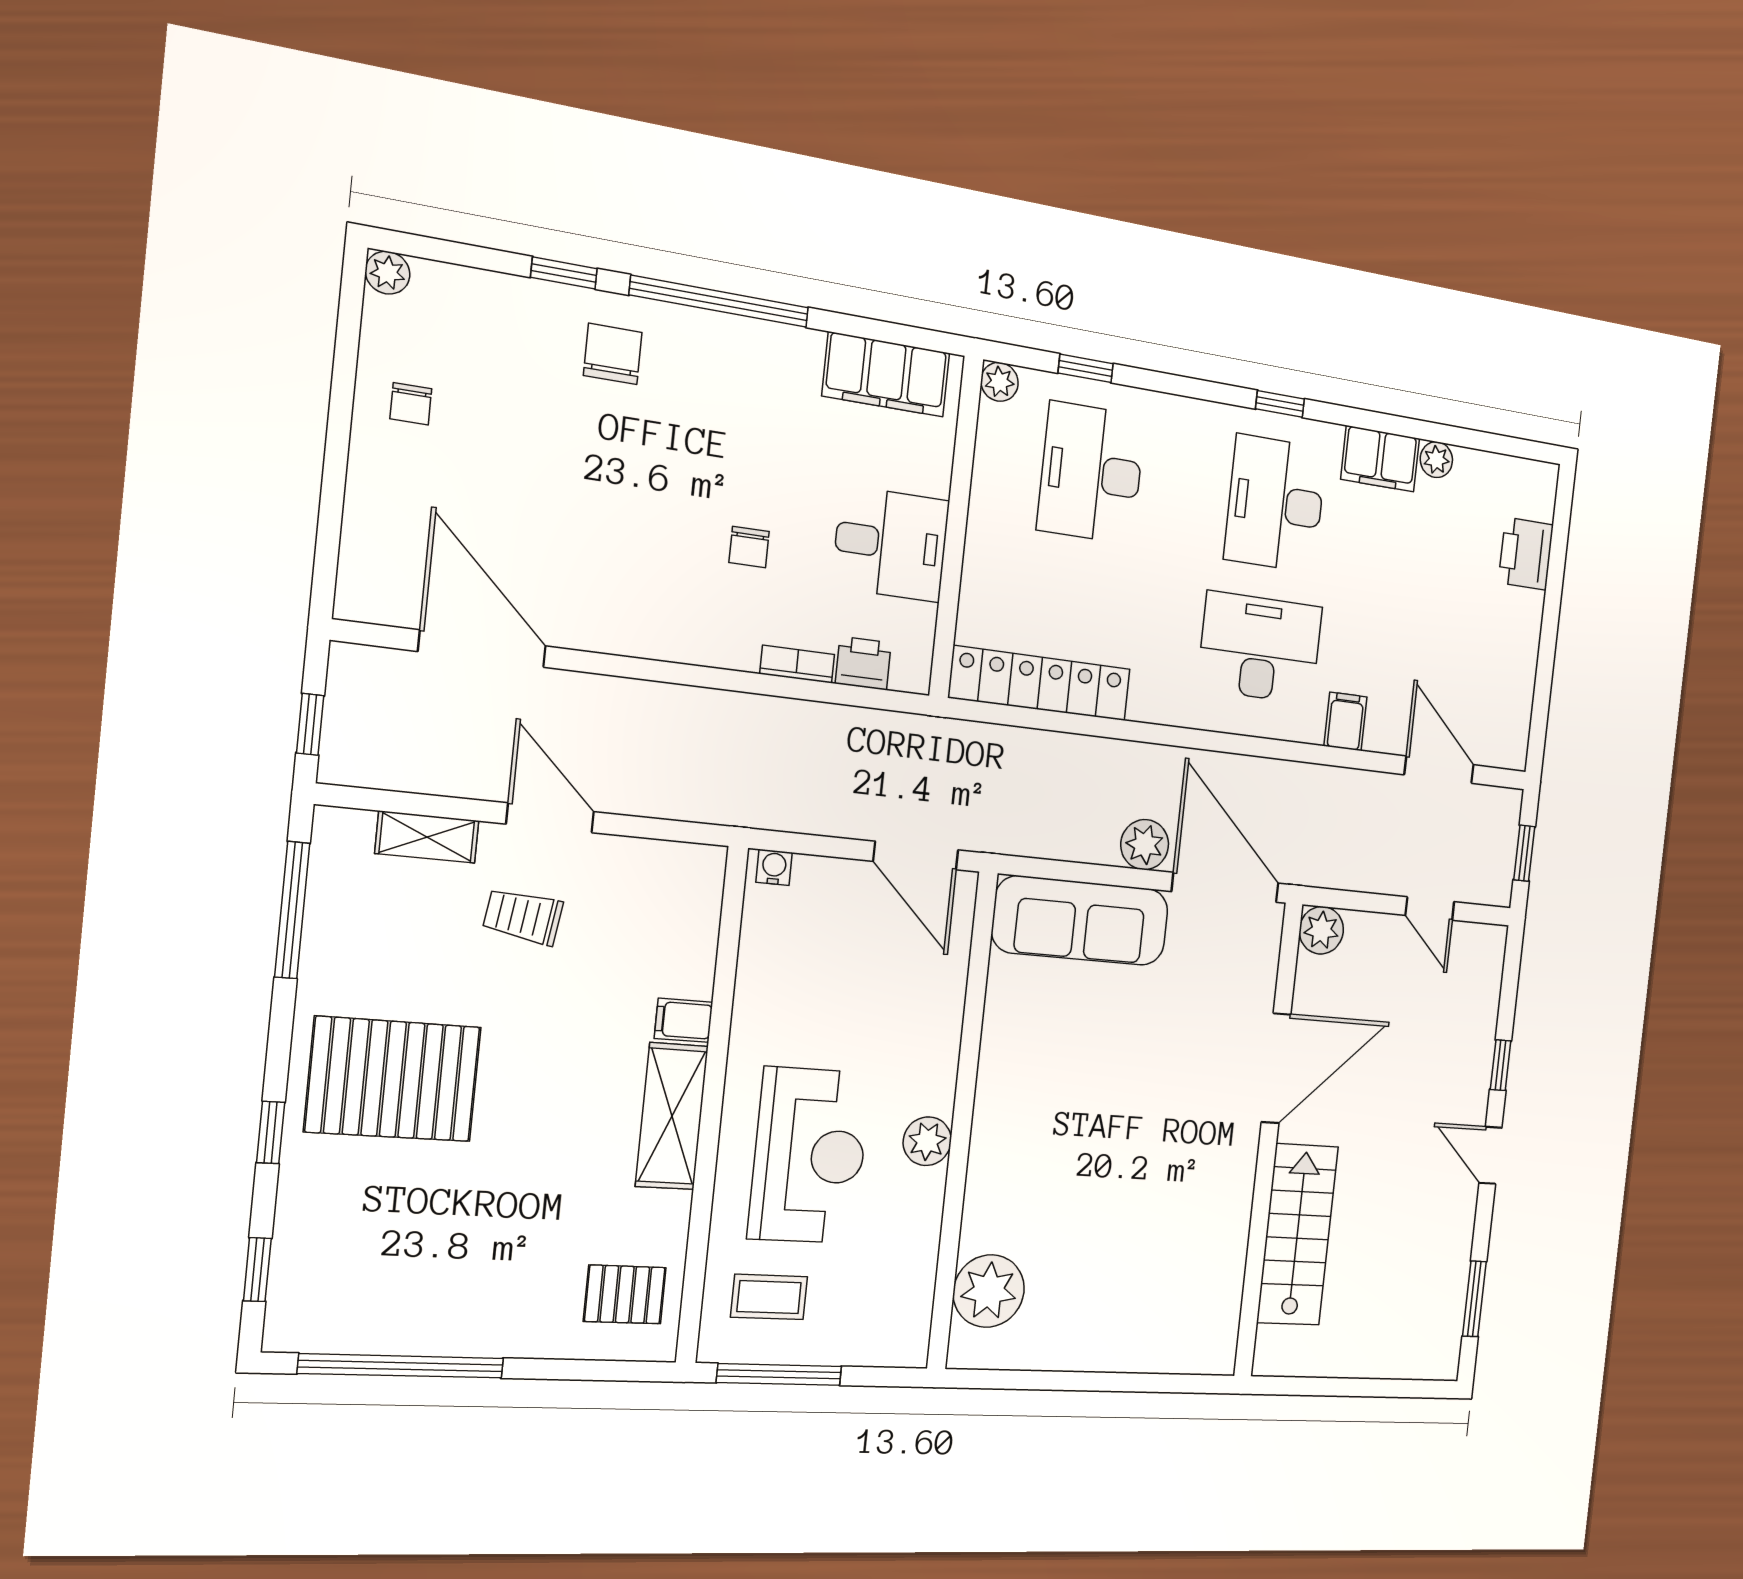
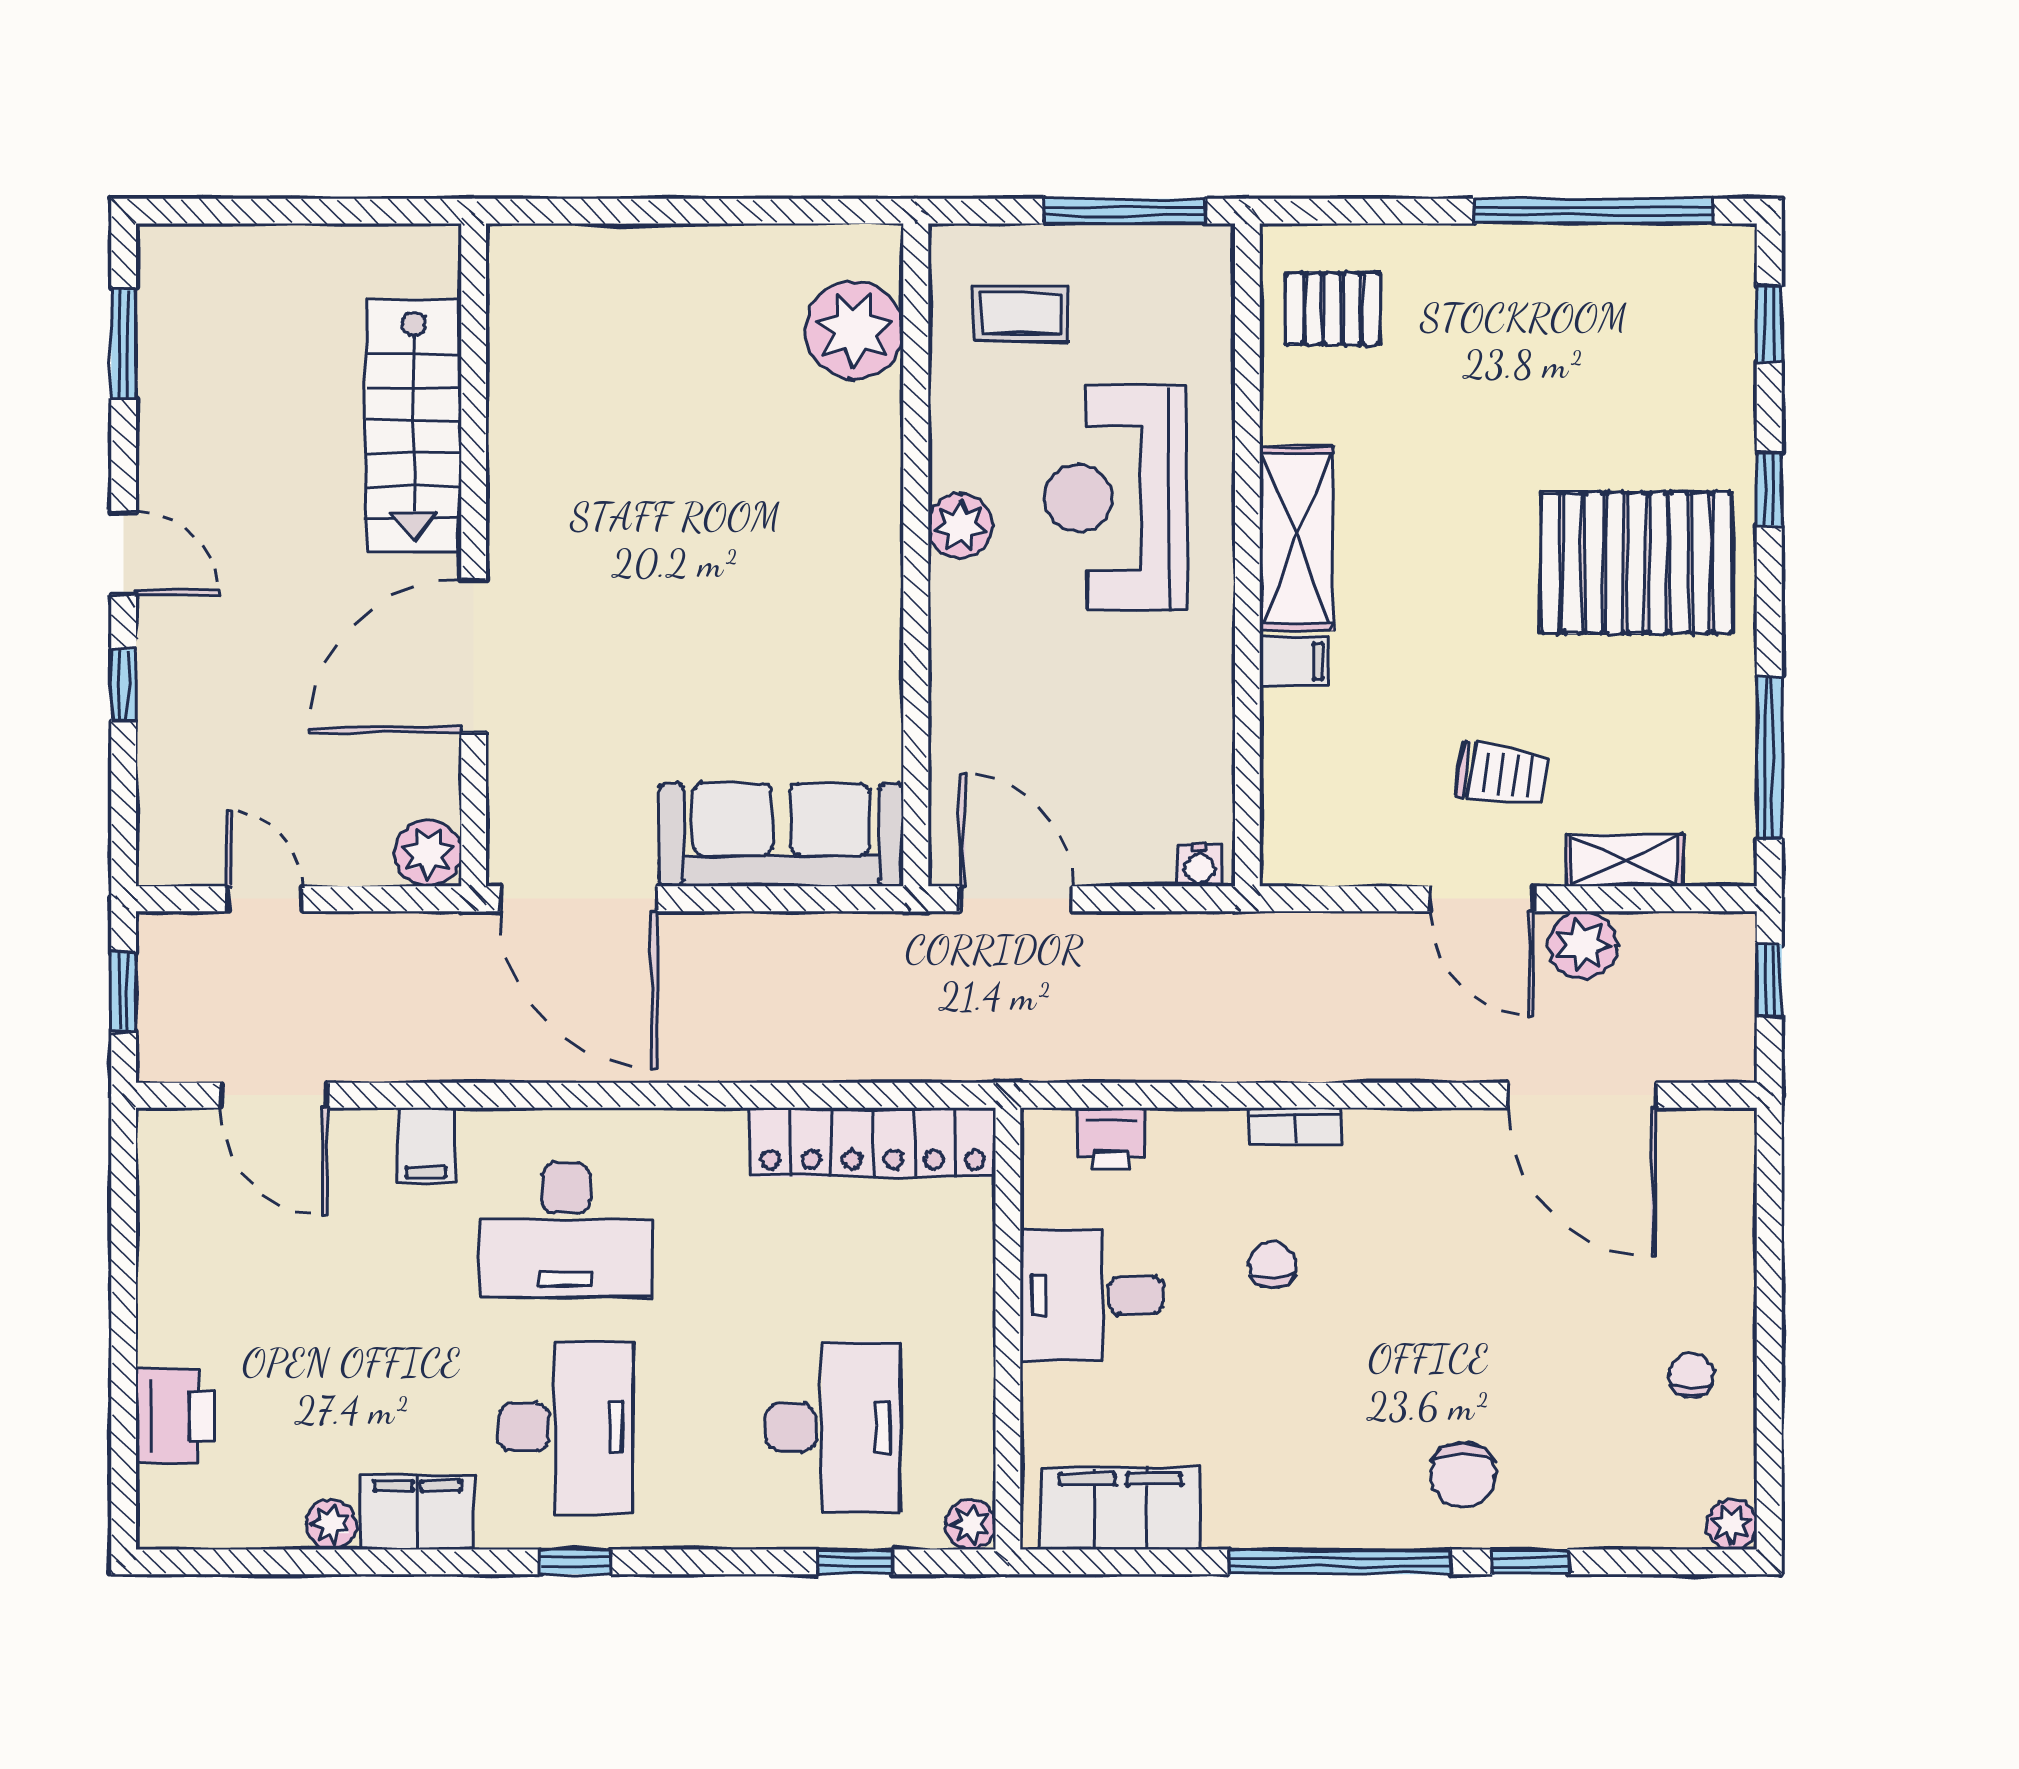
bookcase: (797, 664) -> (1296, 1126), moved
plant: (1145, 845) -> (1583, 945), moved
coffee table: (769, 1297) -> (1021, 313), moved

